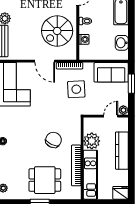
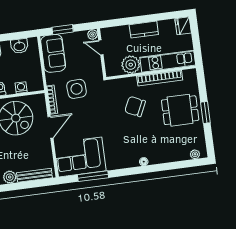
kitchen counter: (122, 151) -> (144, 30), width x0.67
dining table: (45, 180) -> (180, 110), turned 90

